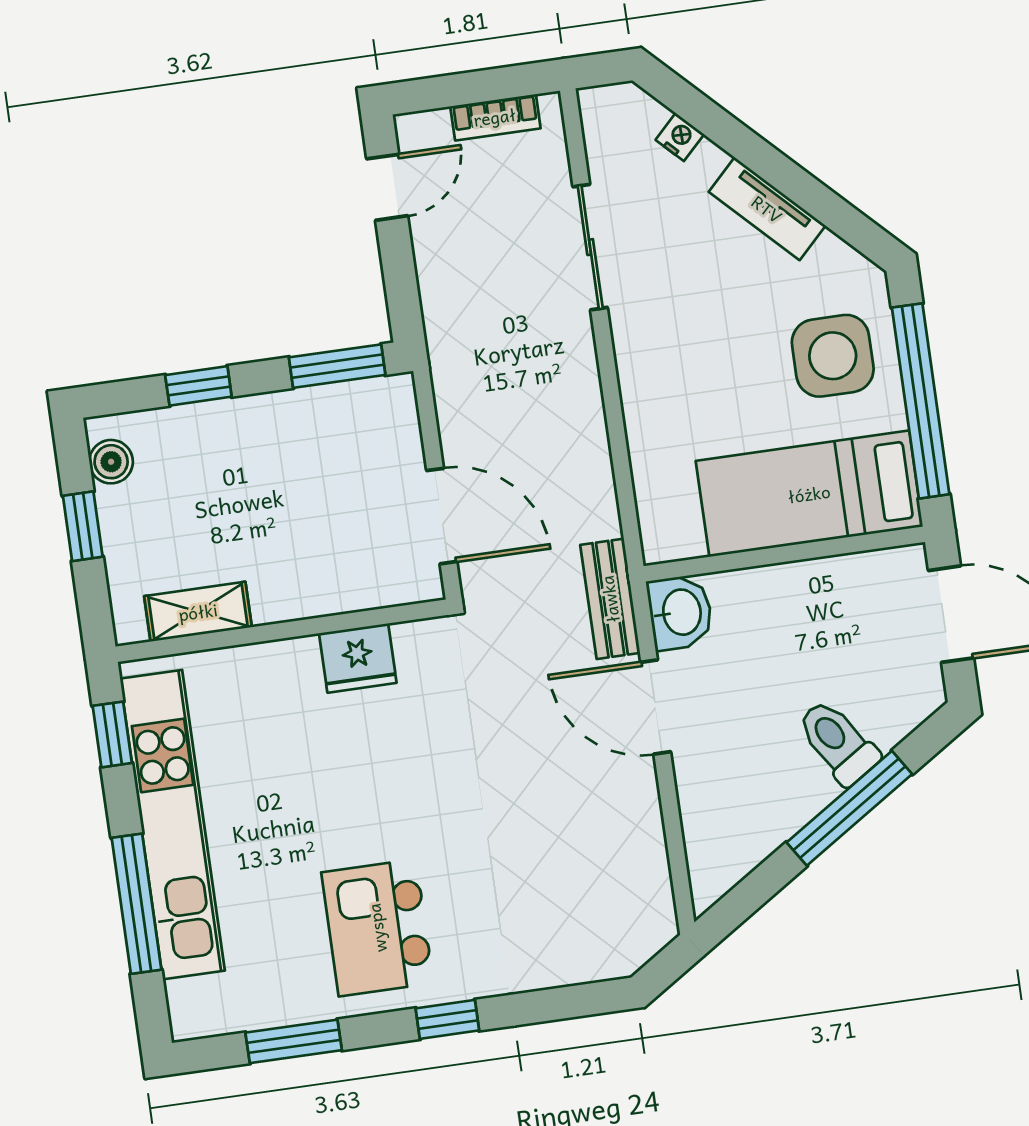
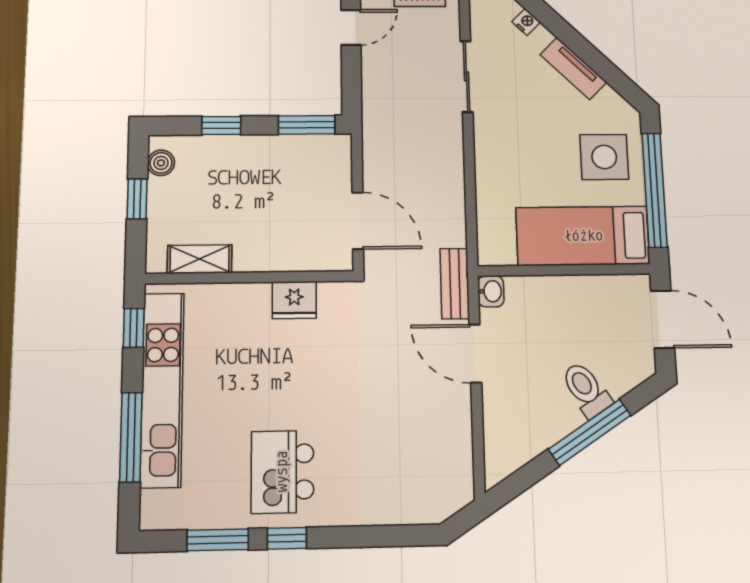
washbasin: (680, 612) -> (491, 291), width x0.72, depth x0.69
window: (447, 1019) -> (287, 538), moved

